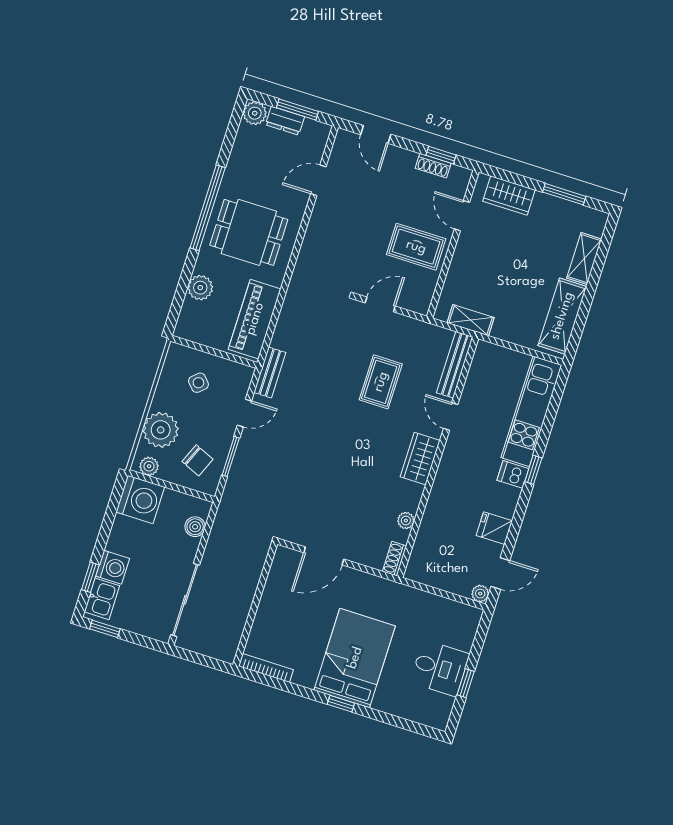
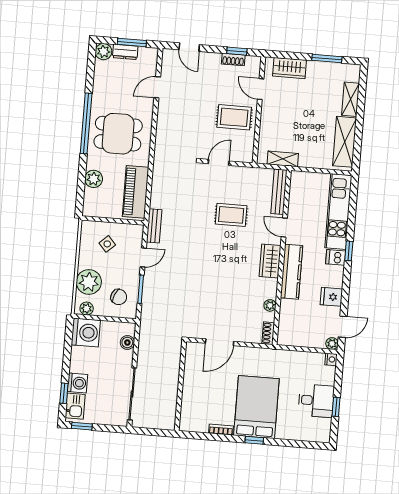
rug: (381, 382) -> (231, 215), turned 90
kitchen counter: (447, 480) -> (292, 272), added
nightstand: (474, 615) -> (331, 359), added
bookcase: (266, 668) -> (221, 430), moved, width x0.64

